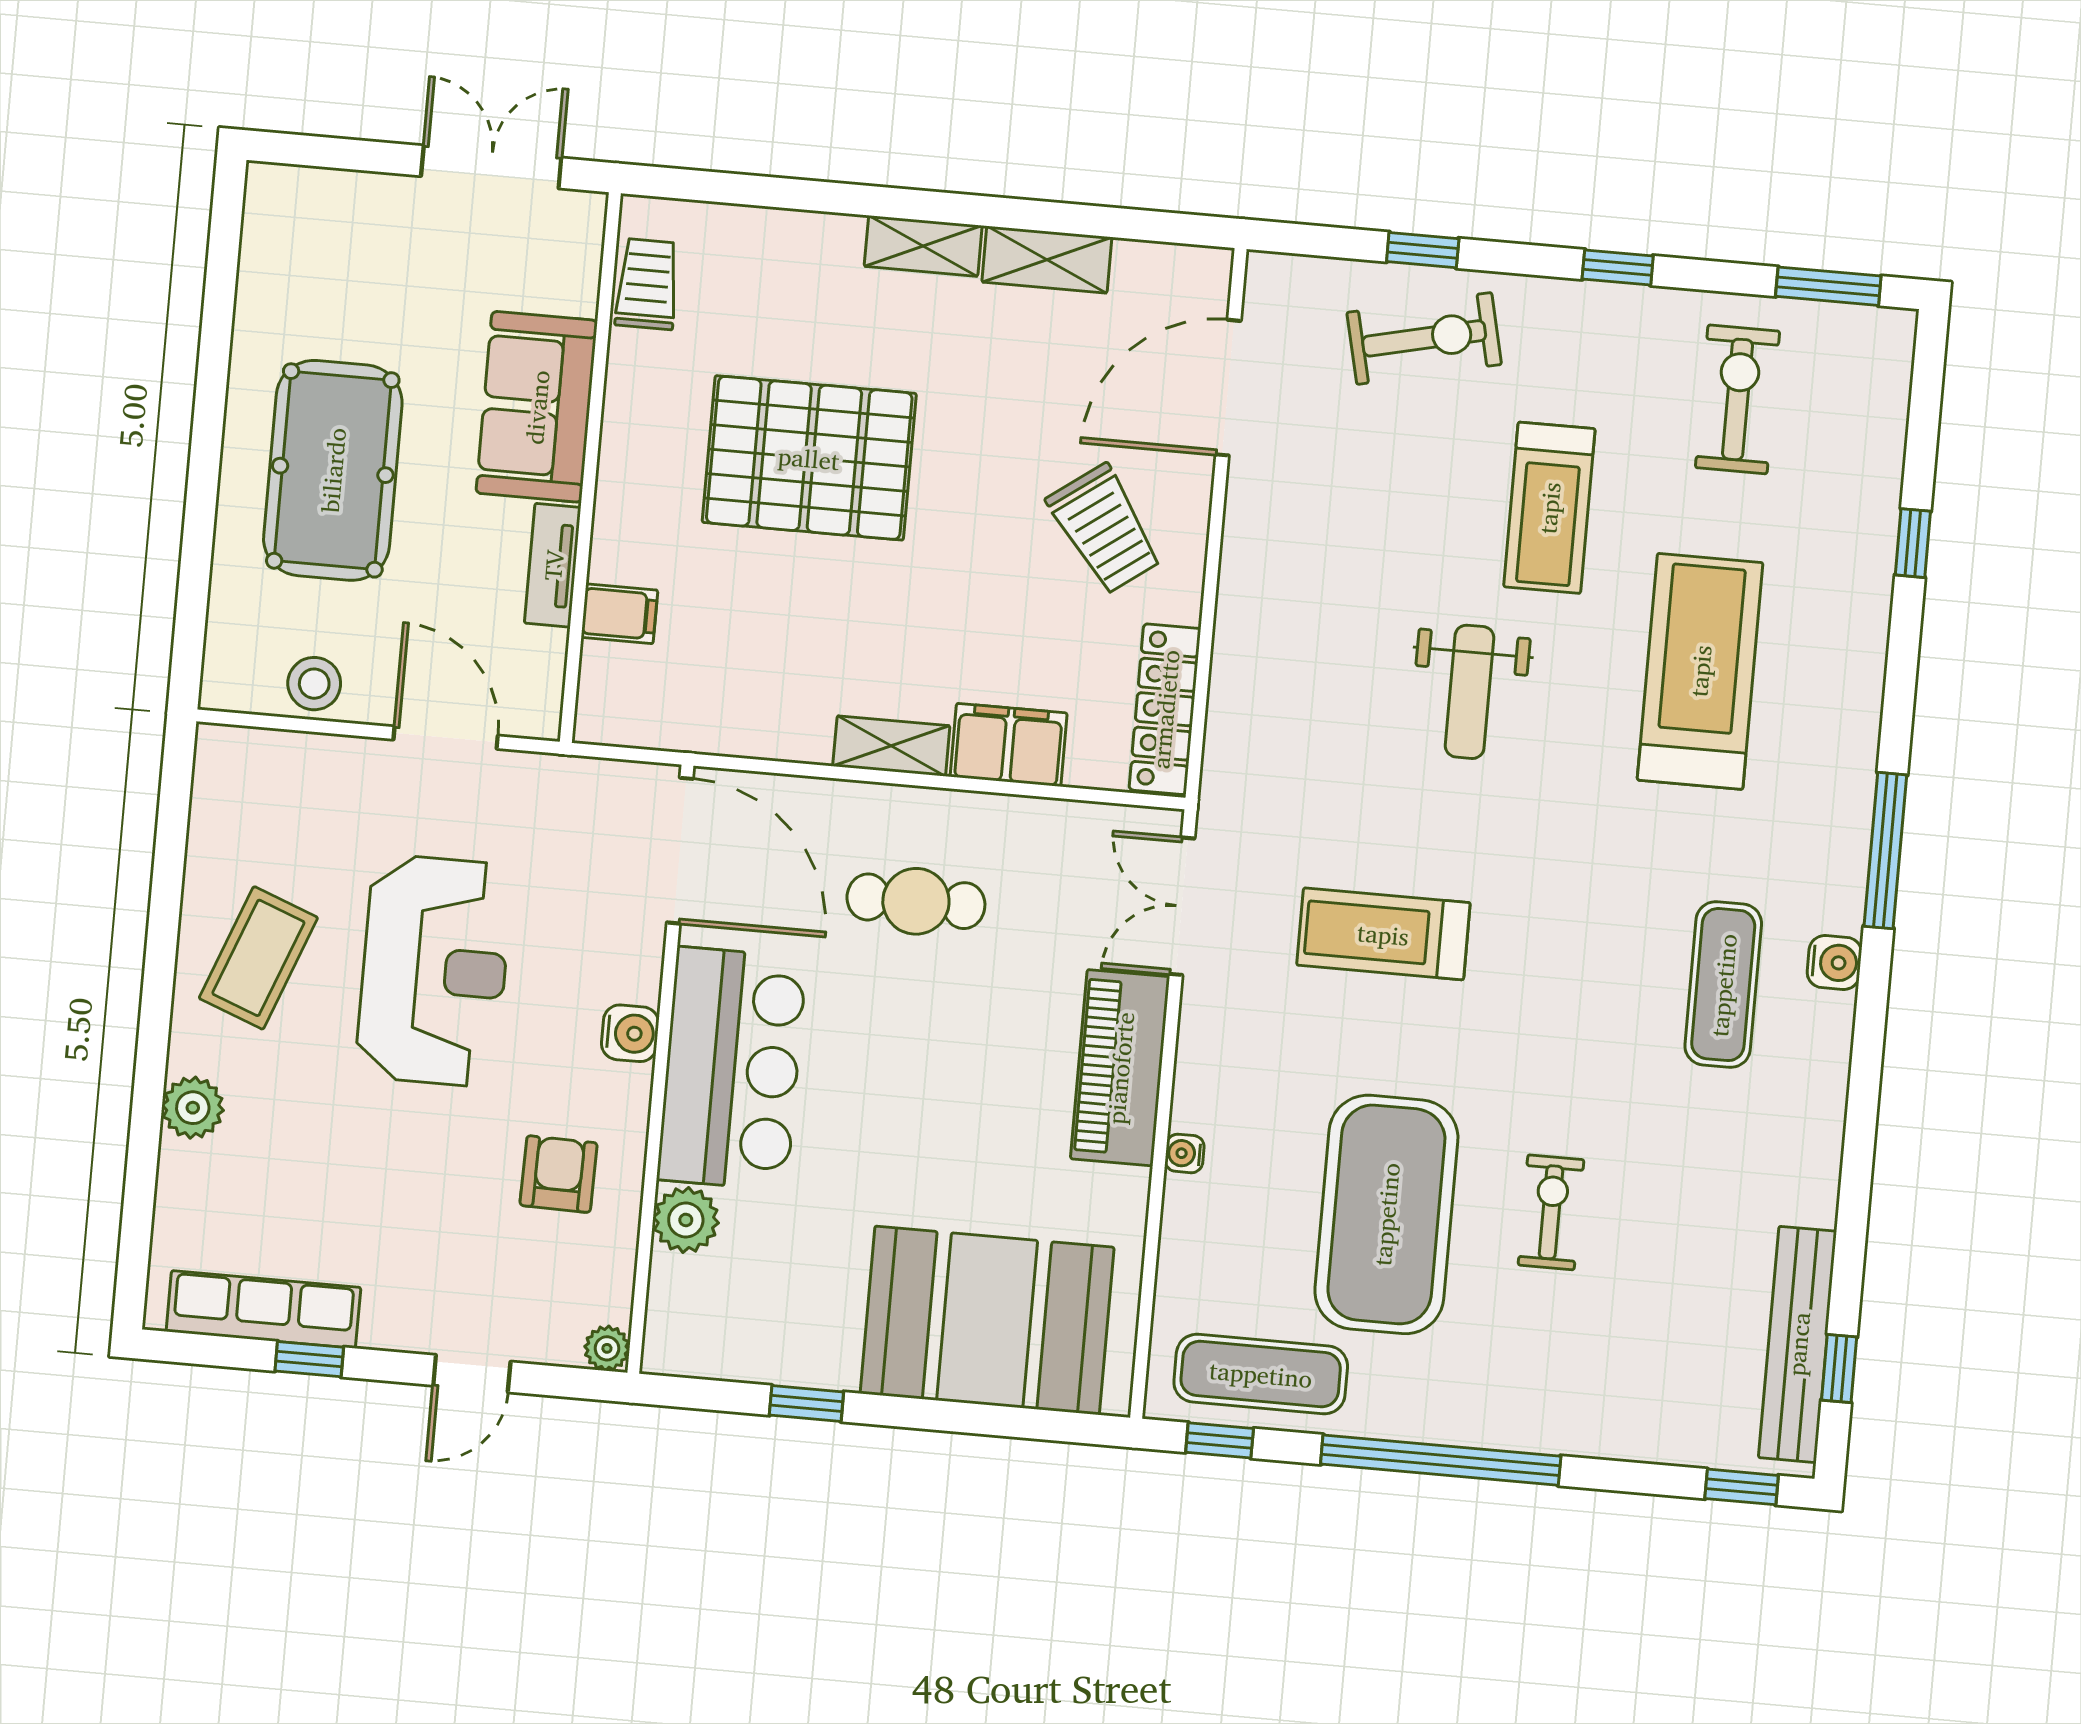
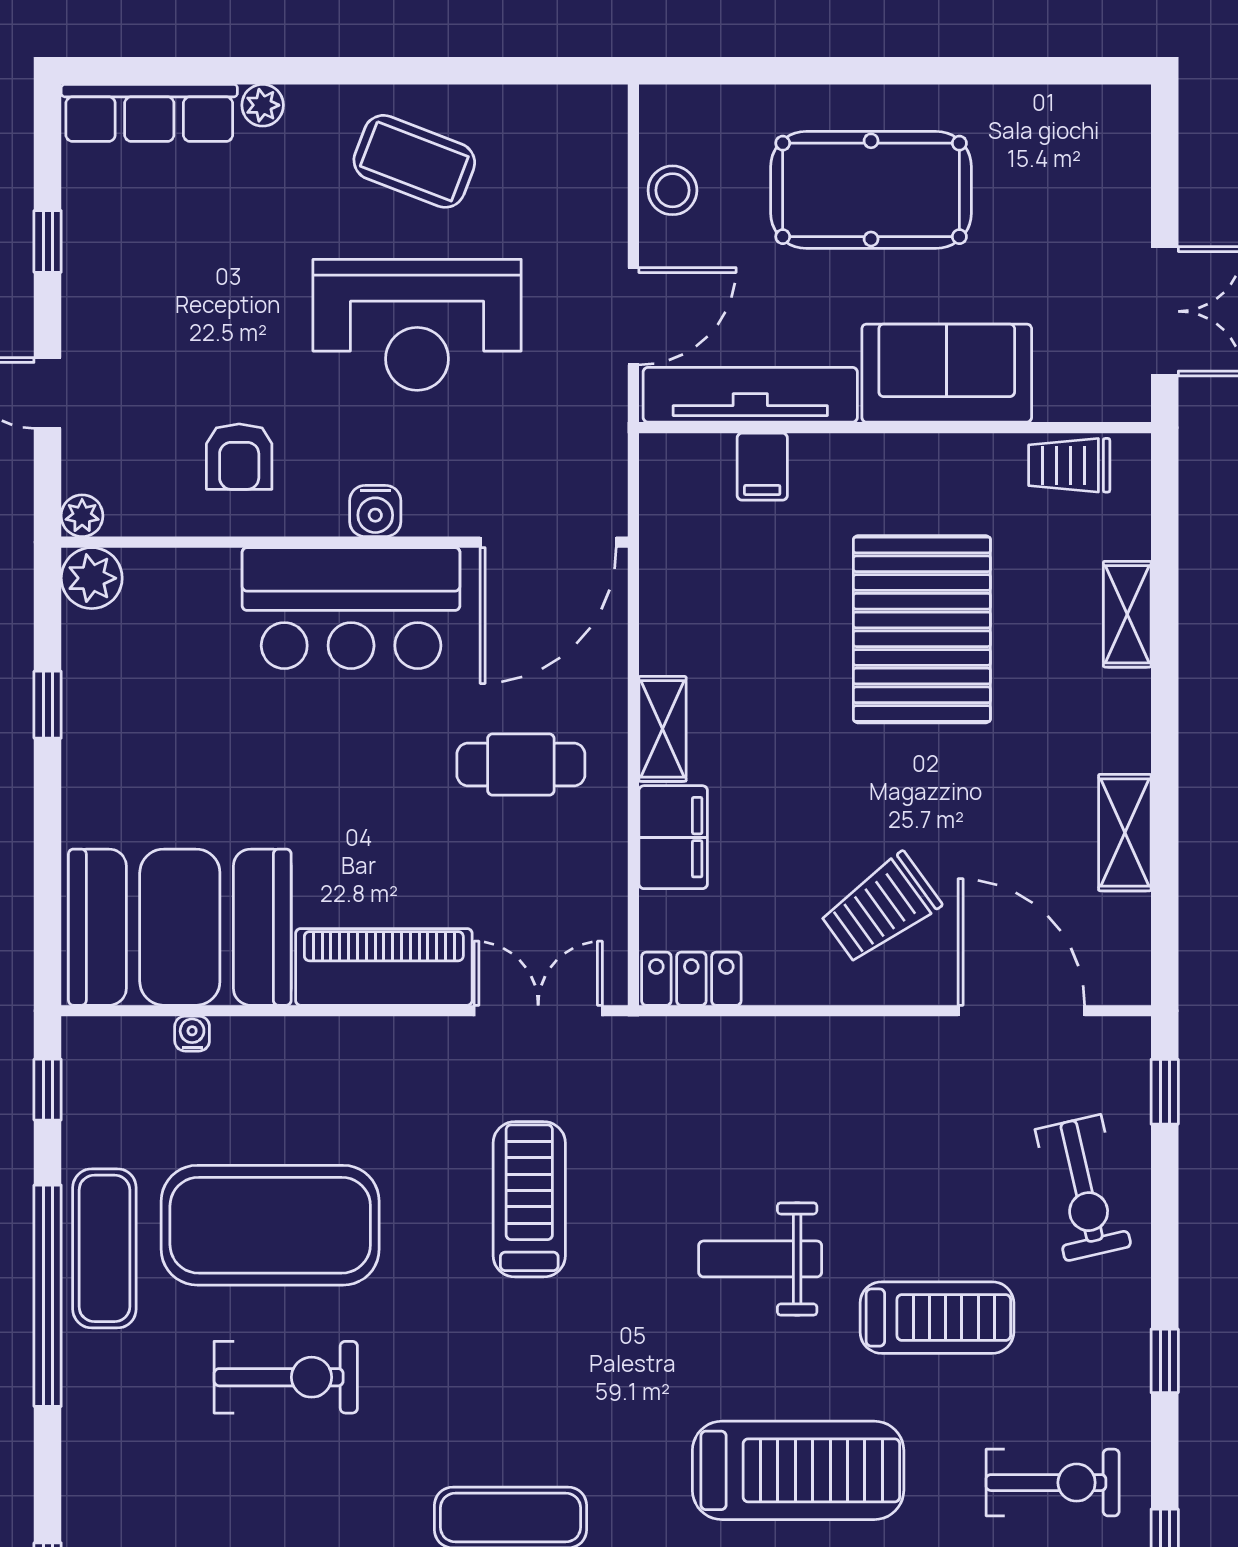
shelving: (923, 246) -> (1127, 614), moved
window: (1423, 250) -> (1165, 1092), moved
trolley: (647, 284) -> (1069, 465), turned 180
treadmill: (1549, 508) -> (937, 1318), turned 180
tv unit: (553, 565) -> (750, 395), width x1.92, depth x1.29
locker: (1165, 709) -> (691, 979), width x0.66
cafe table: (916, 901) -> (521, 765), turned 90
plant: (193, 1108) -> (263, 105), width x0.73, depth x0.73
water cooler: (1185, 1153) -> (192, 1034), moved
armchair: (559, 1174) -> (239, 457), turned 89
exercise bike: (1551, 1212) -> (286, 1377), width x1.38, depth x1.39
plant: (686, 1220) -> (92, 578), moved
row of seats: (263, 1309) -> (149, 113), moved, turned 90
booth: (987, 1320) -> (180, 927), moved, turned 90
exercise mat: (1261, 1374) -> (104, 1248), moved

